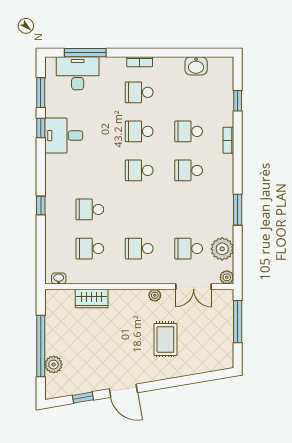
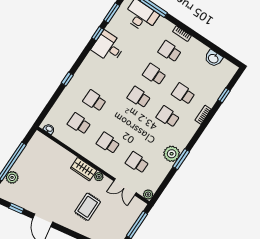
plant: (222, 249) -> (172, 154), moved
wardrobe: (92, 298) -> (84, 169), moved

